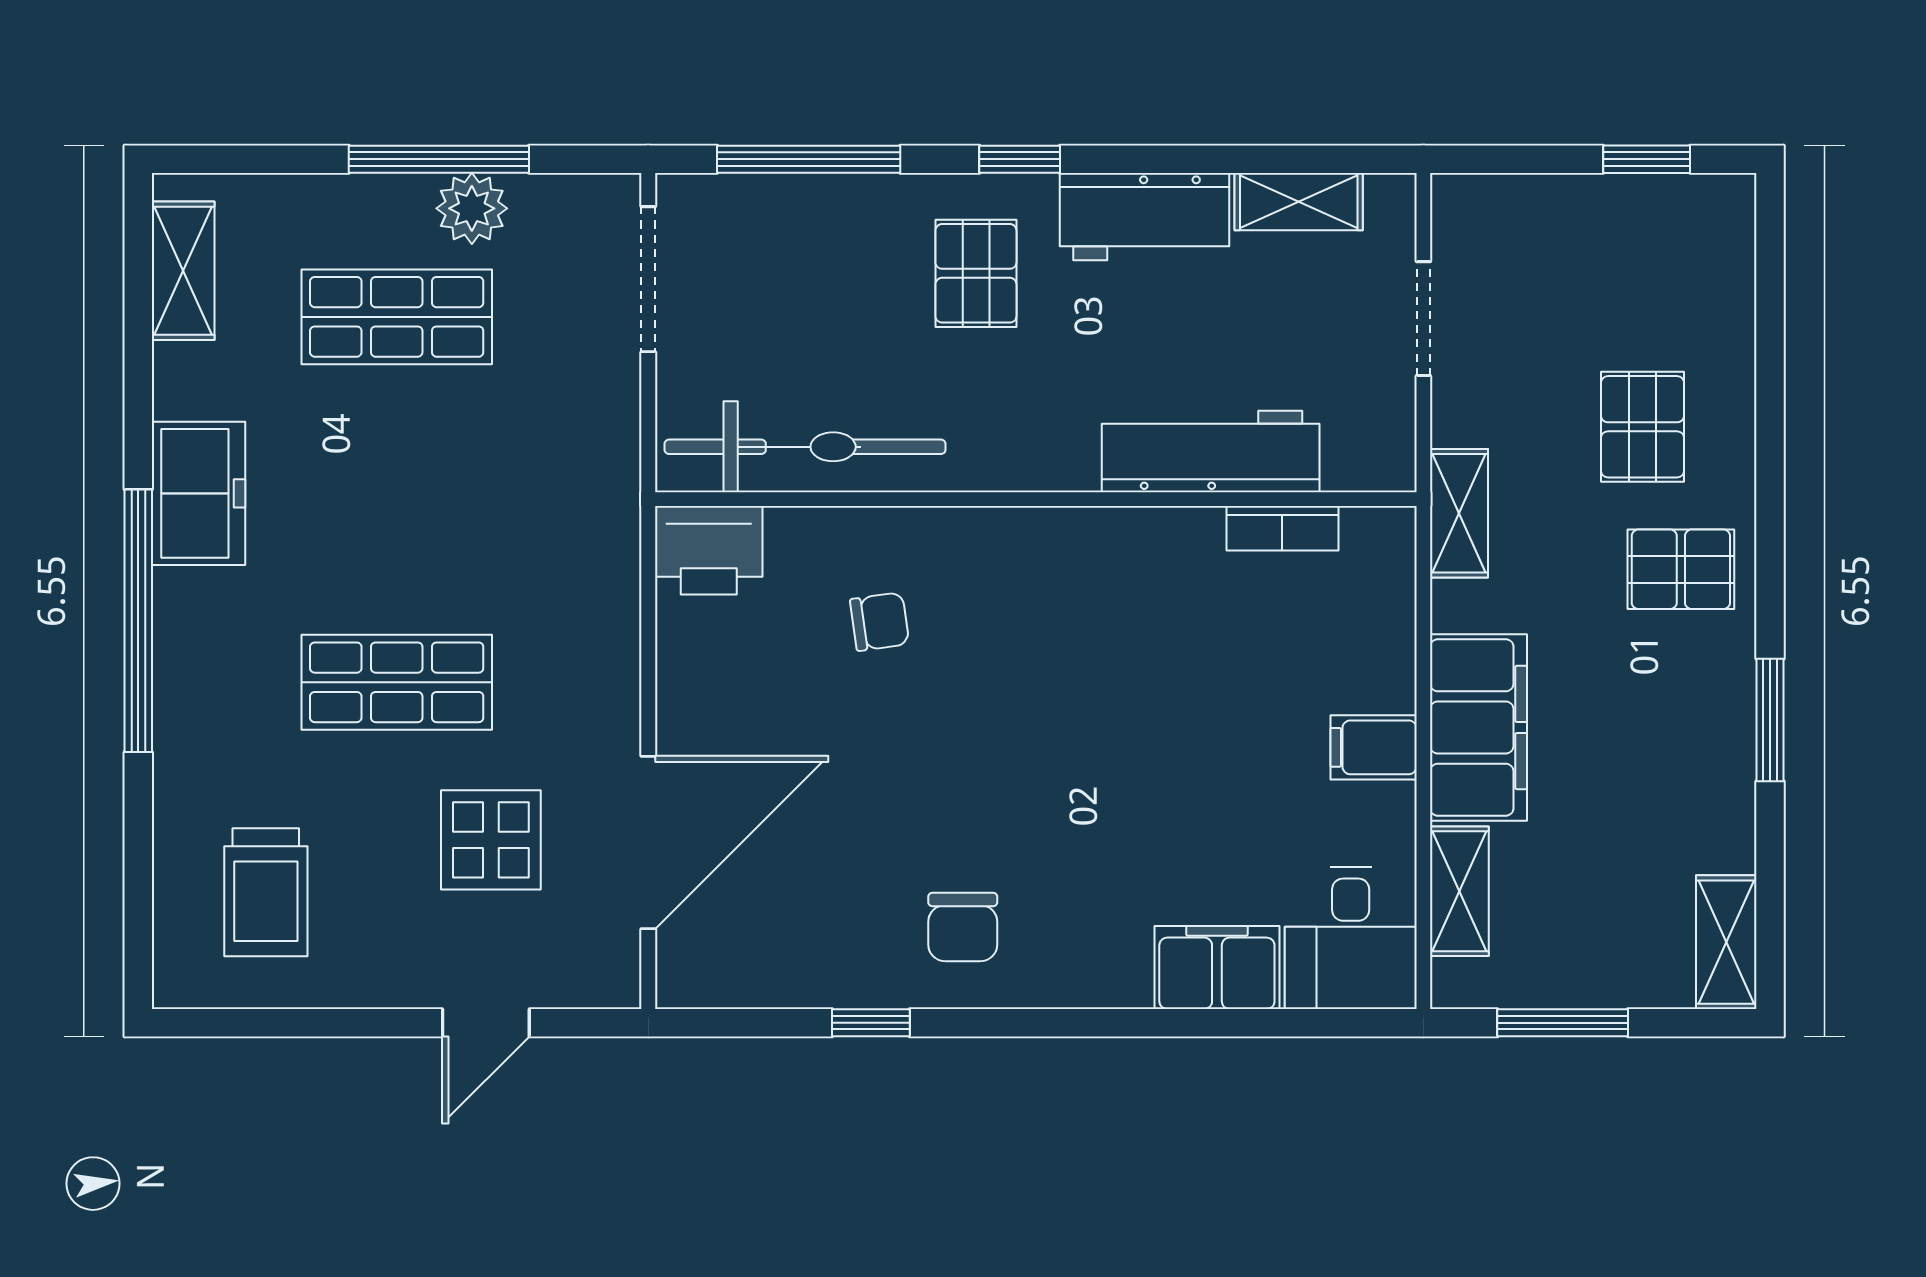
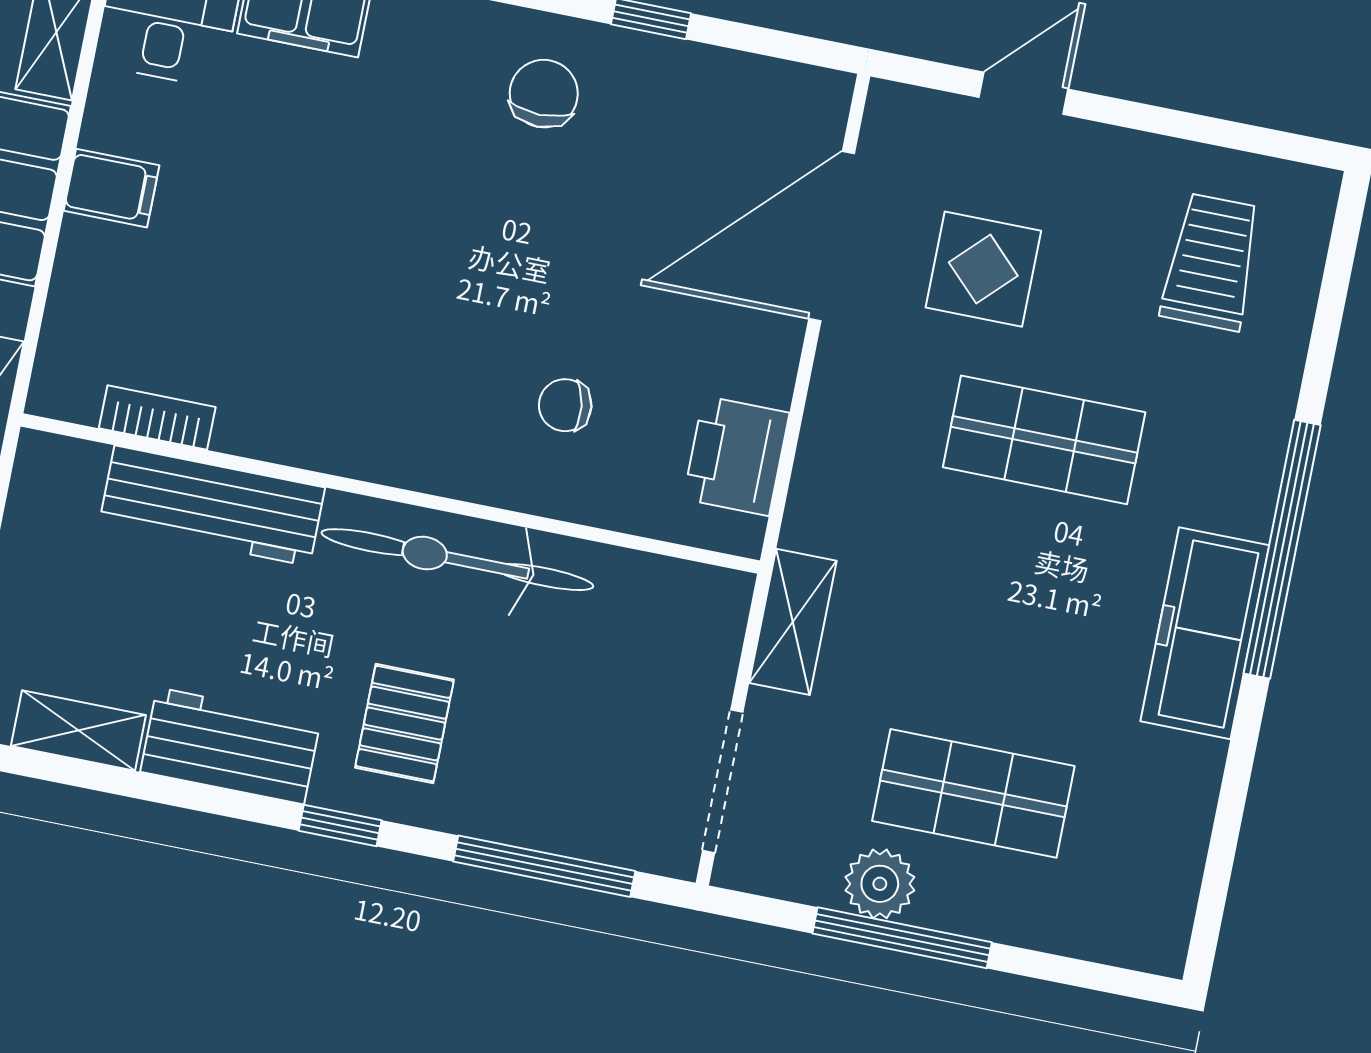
shelving: (183, 271) -> (793, 622), moved
bicycle: (805, 447) -> (457, 560), moved
freezer: (199, 493) -> (1205, 633), width x1.40
printer: (709, 550) -> (736, 456), moved, turned -90

